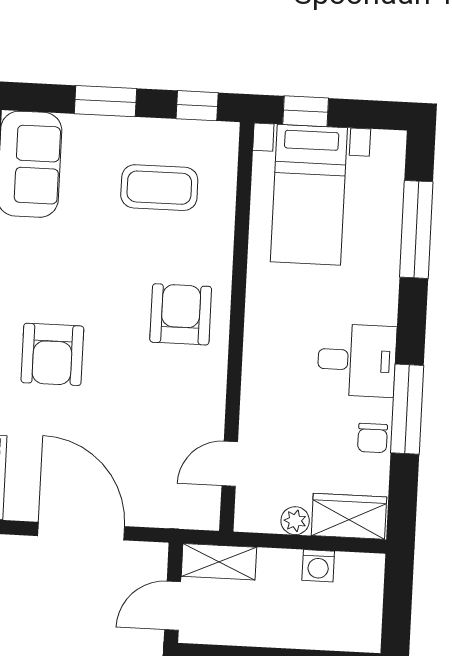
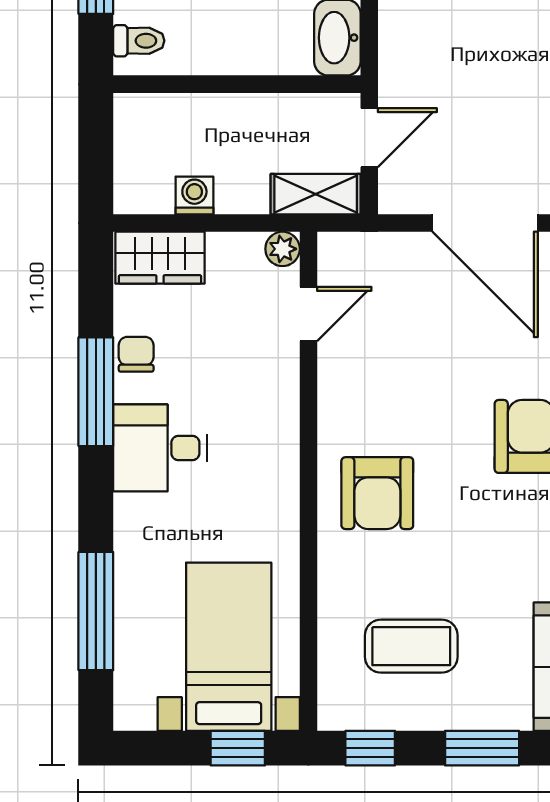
plant: (295, 521) -> (283, 249), moved

